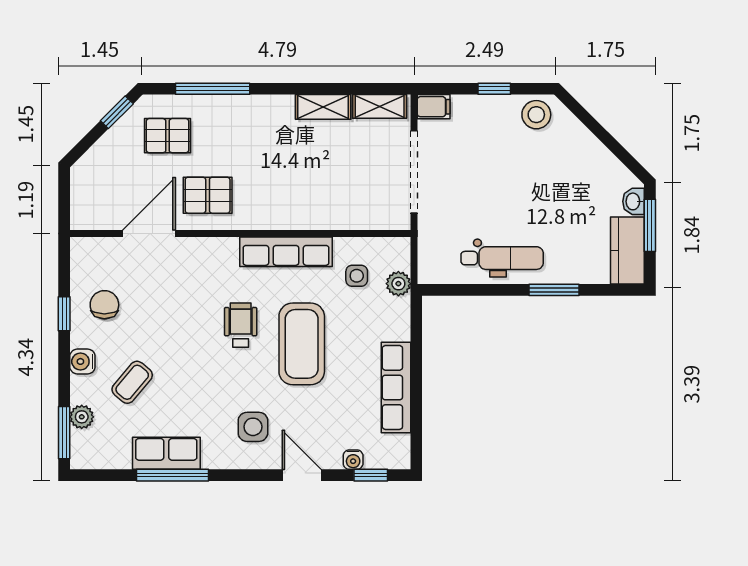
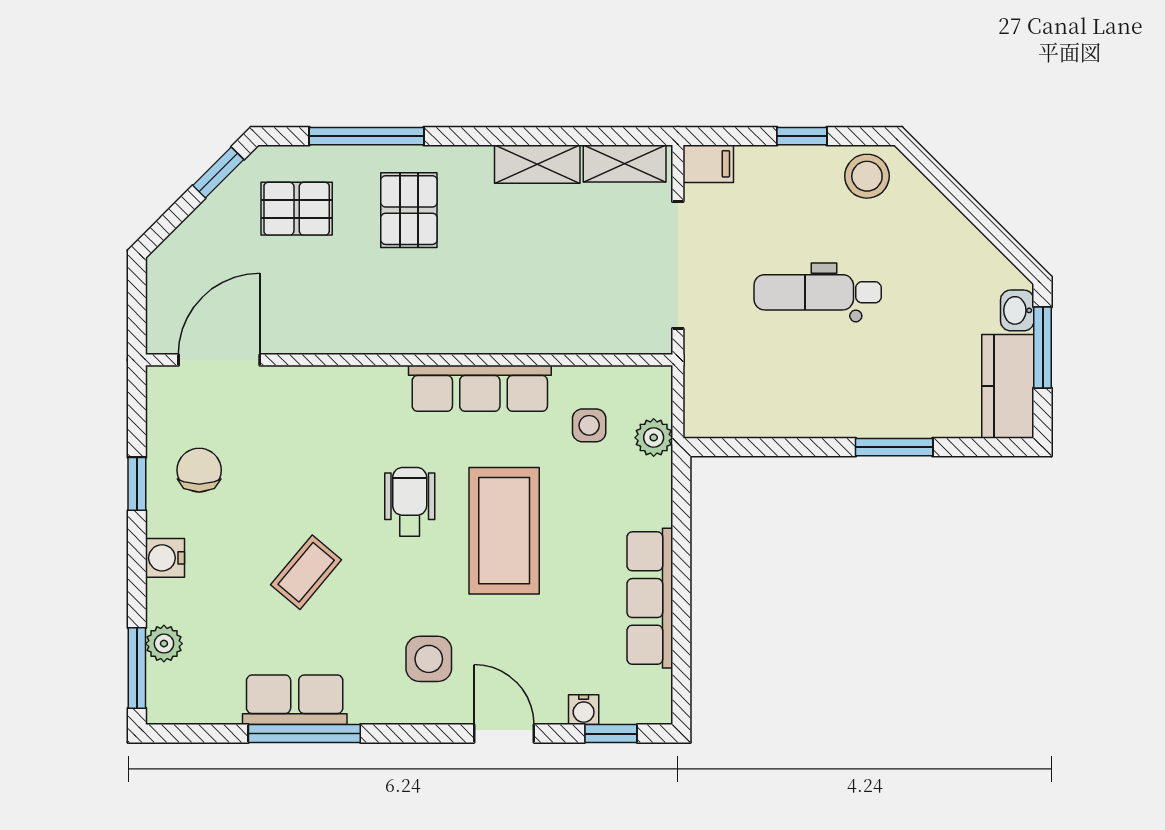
pallet: (208, 195) -> (409, 210), moved, turned 90
door: (149, 233) -> (219, 360), moved
dental chair: (502, 258) -> (818, 292), moved, turned 180
coffee table: (132, 382) -> (306, 572), moved

